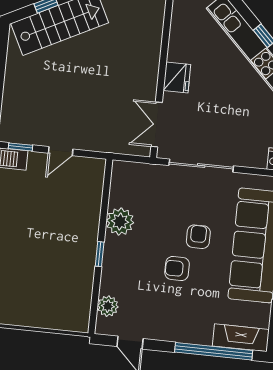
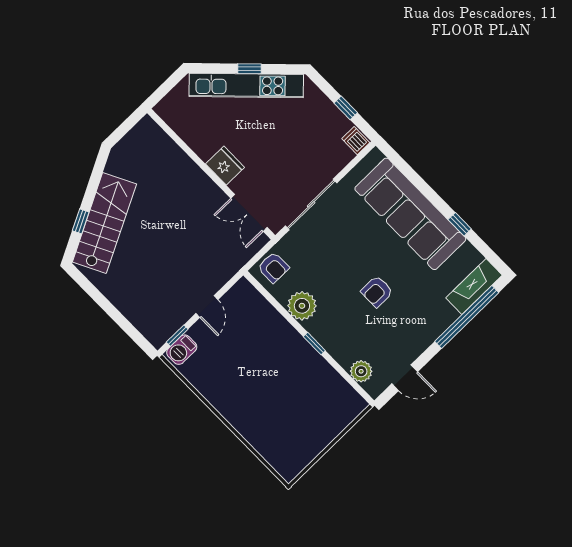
armchair: (198, 237) -> (273, 267), moved, turned 180

